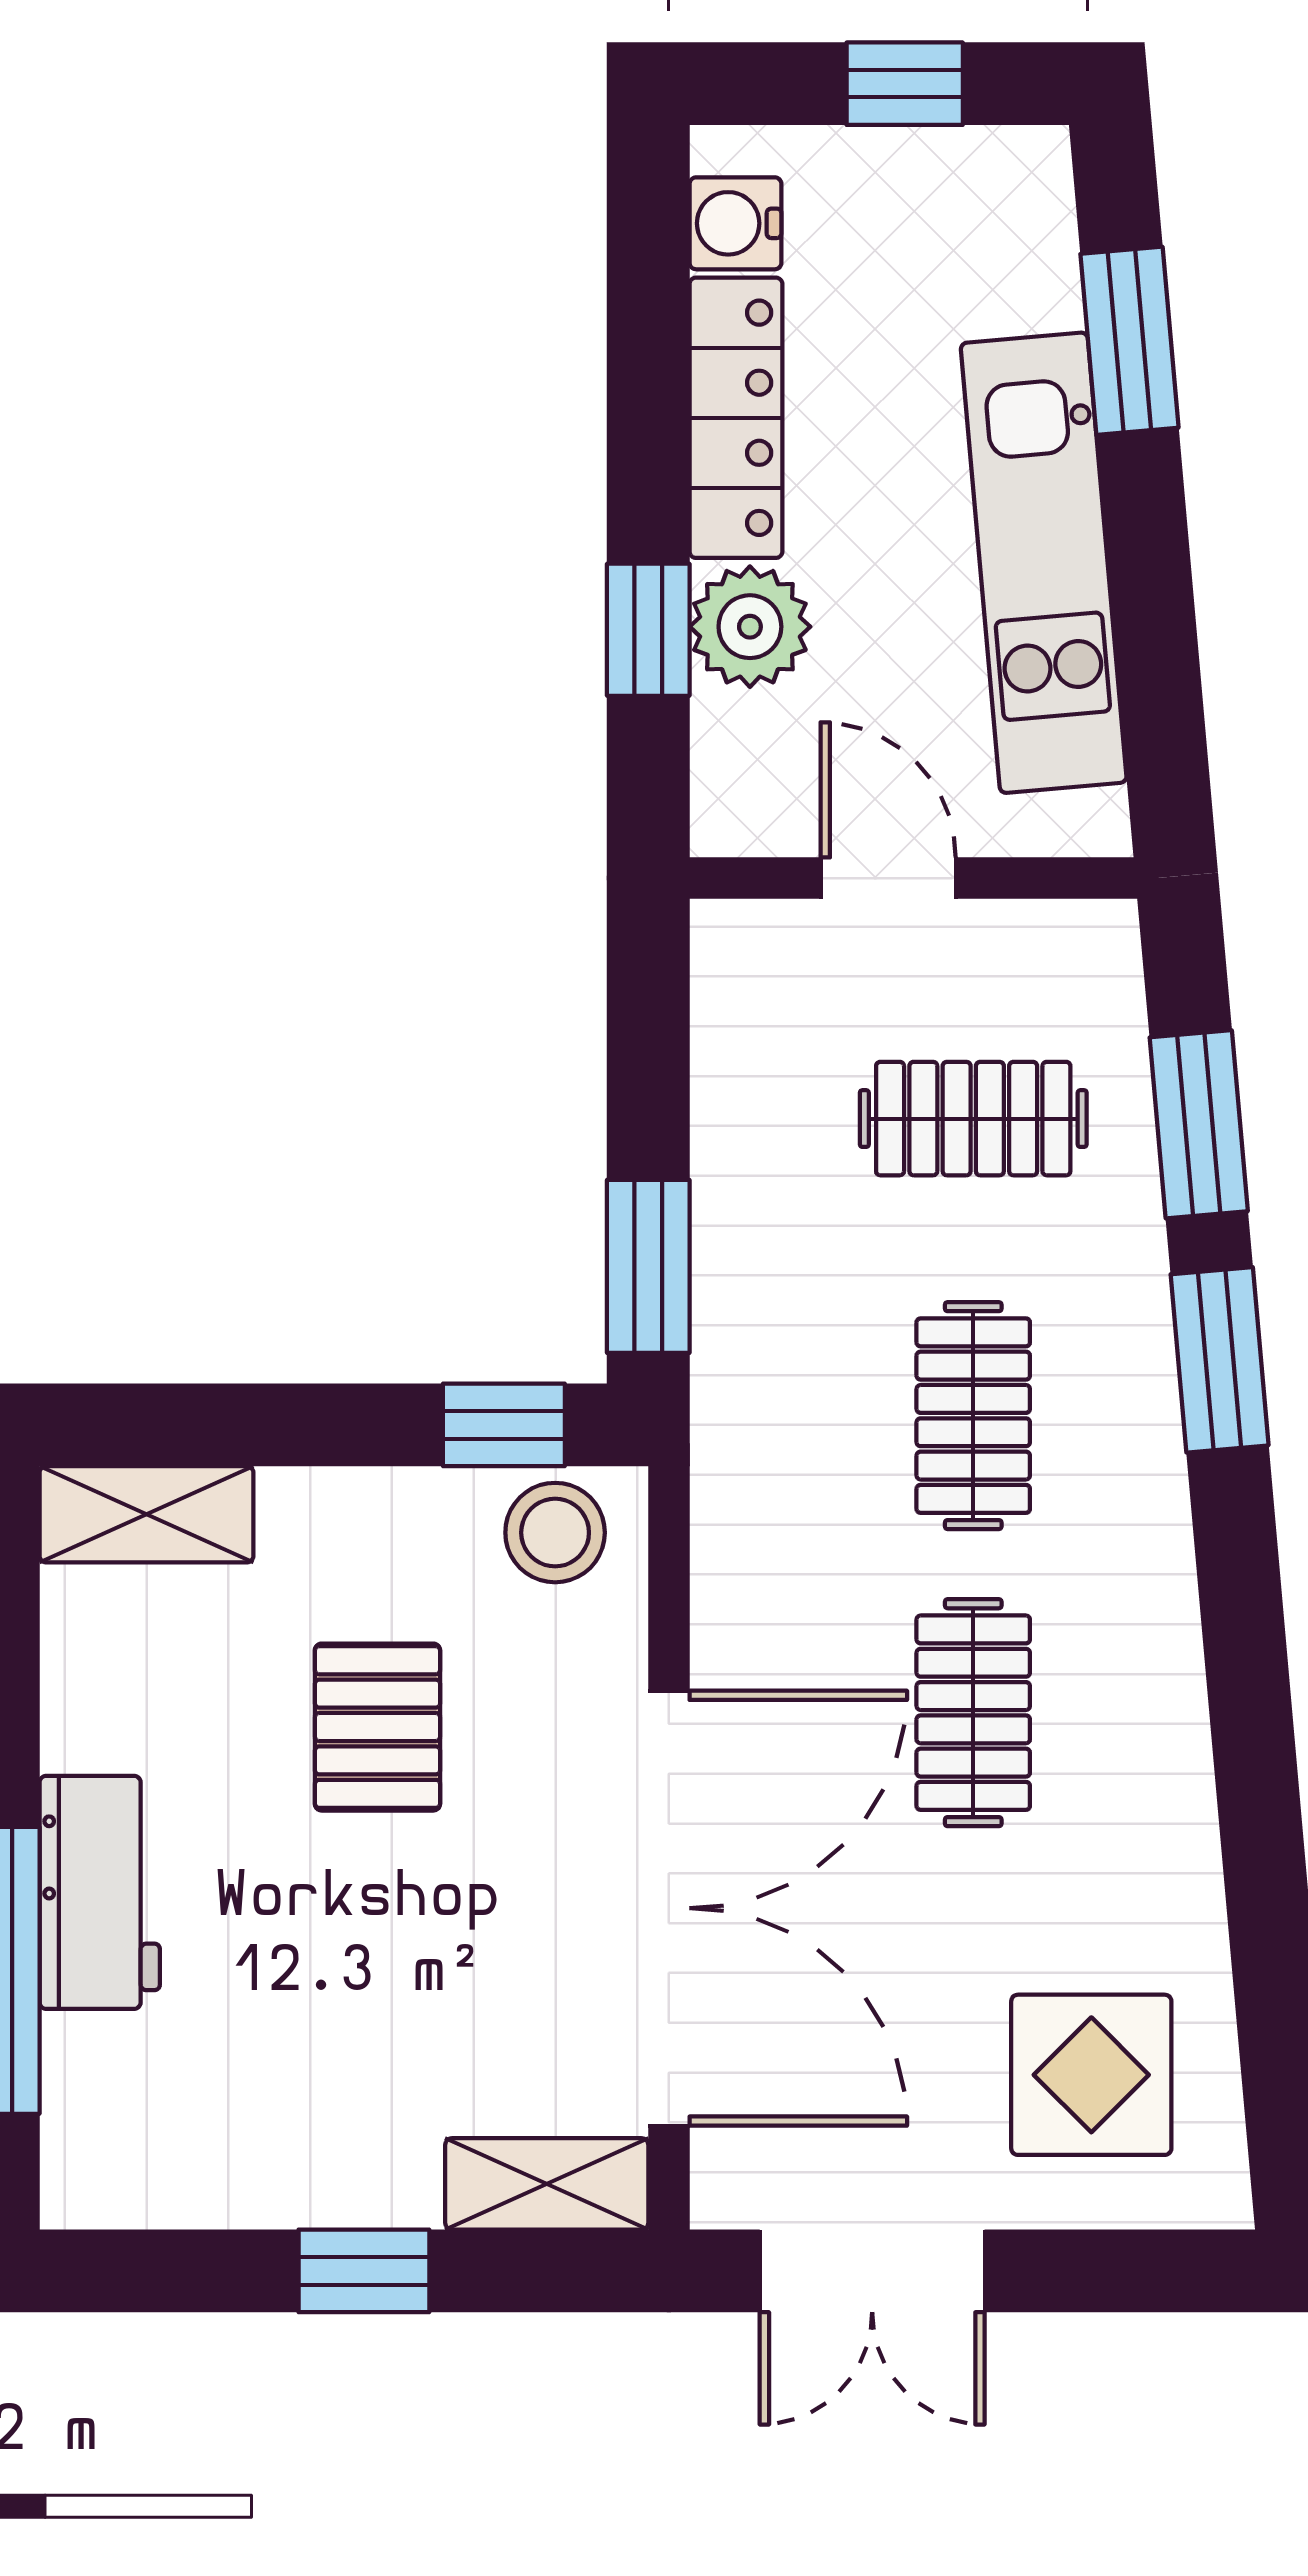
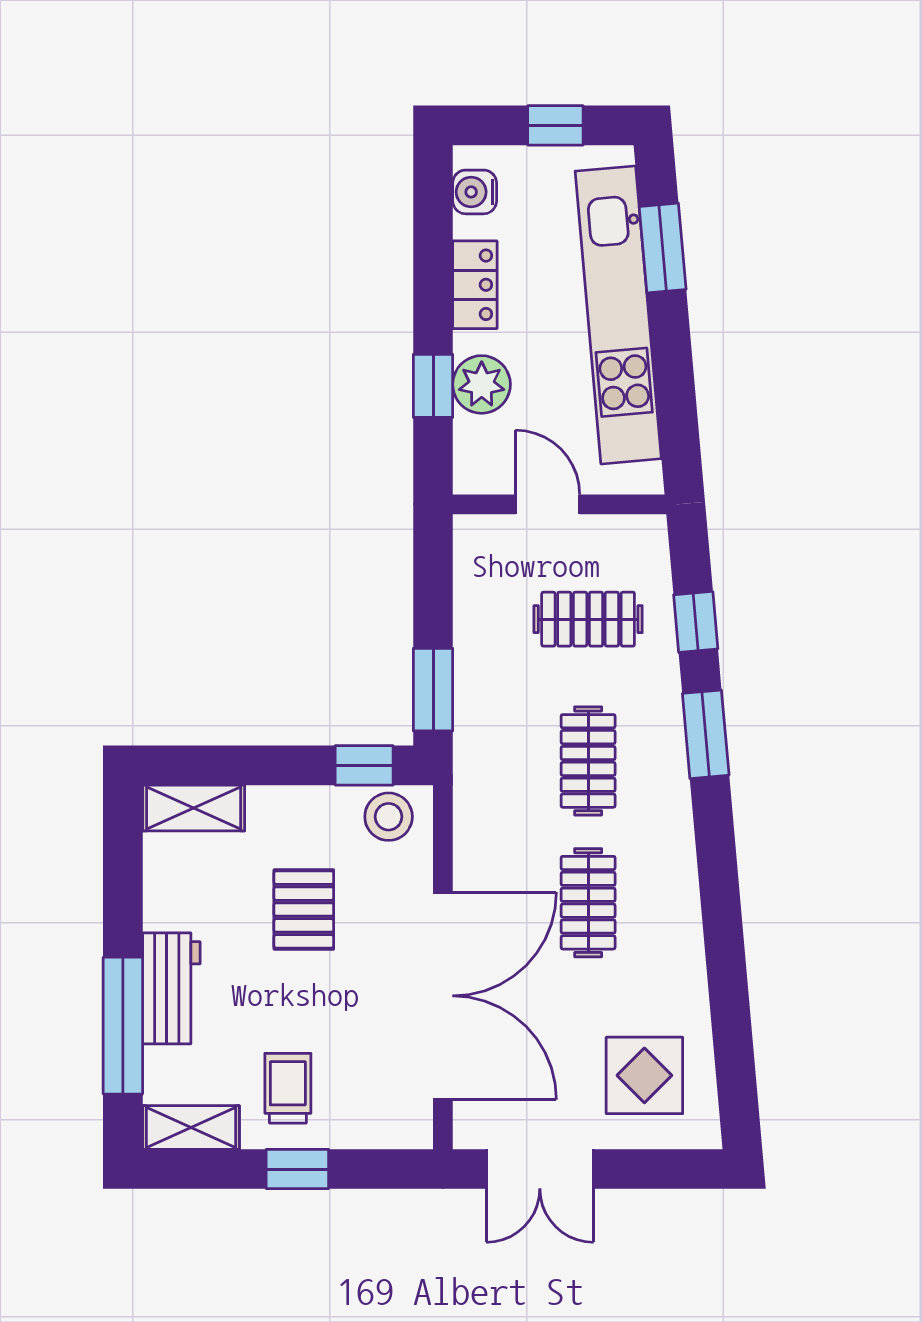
locker: (736, 418) -> (475, 285), width x0.66
kitchen unit: (1044, 563) -> (618, 315), width x1.36
window: (1199, 1124) -> (696, 622), width x0.67
trolley: (344, 2101) -> (288, 1088), added
shelving: (547, 2184) -> (191, 1128), moved

